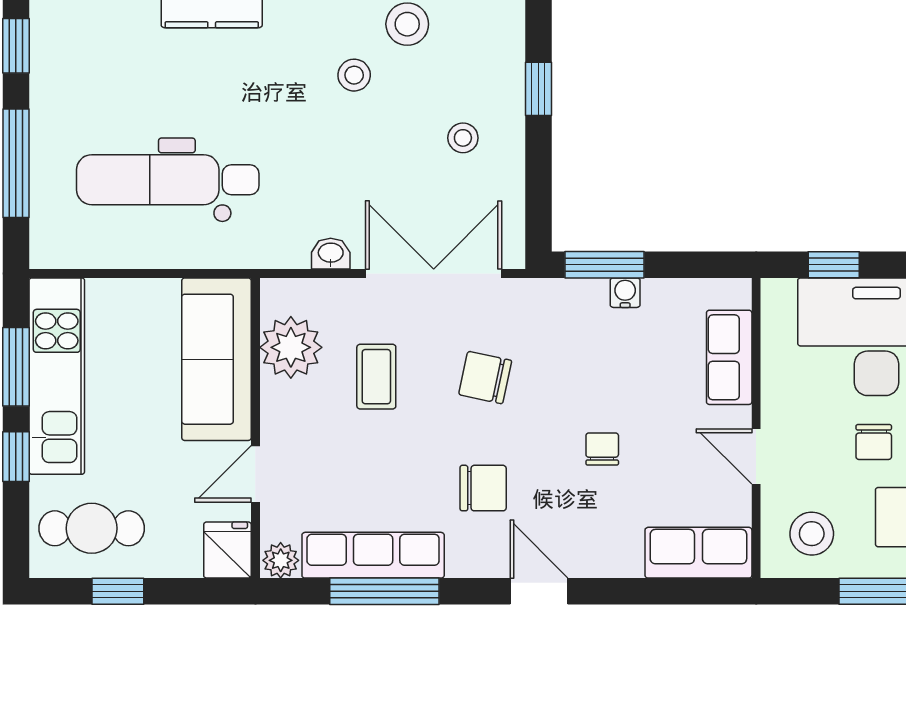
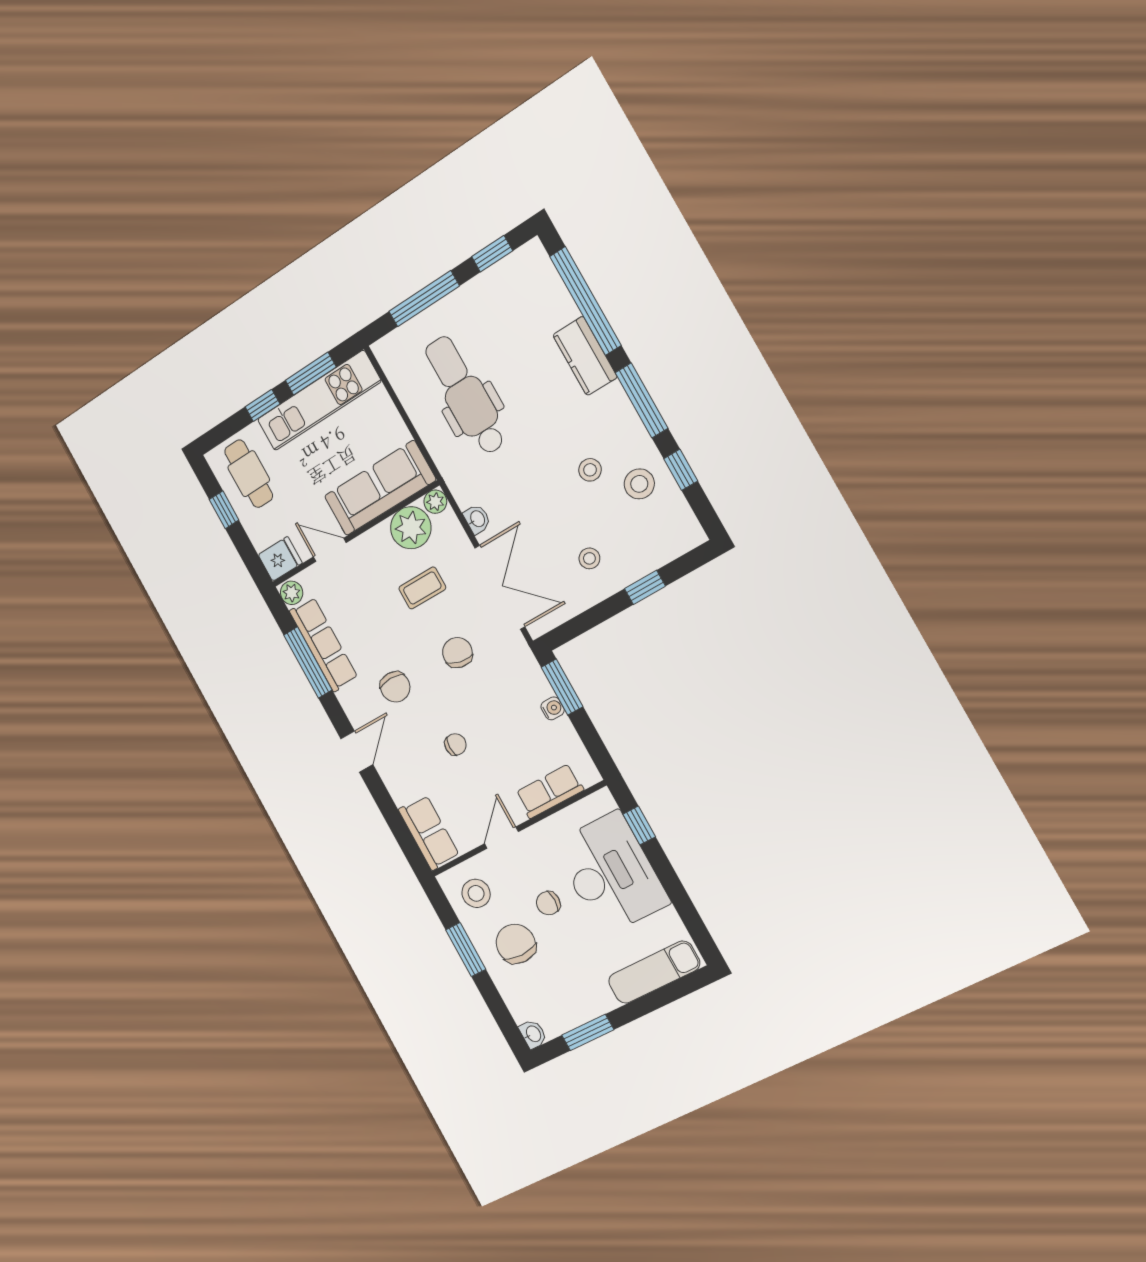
plant: (277, 296) -> (435, 502), added

